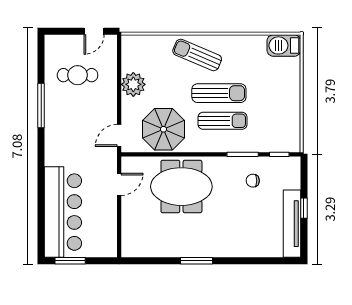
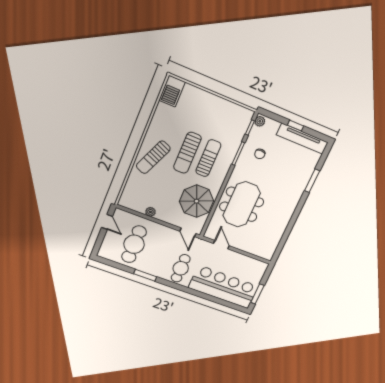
cafe table: (78, 75) -> (134, 244), width x1.37, depth x1.35
plant: (133, 84) -> (150, 212), width x0.53, depth x0.53
sun lounger: (219, 93) -> (187, 153), turned 180
window: (41, 105) -> (145, 275), width x0.69
cafe table: (68, 146) -> (181, 268), added
plant: (291, 163) -> (260, 121), added
window: (196, 261) -> (312, 181), moved

